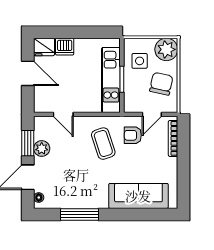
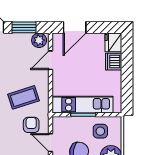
door: (28, 73) -> (75, 27), moved
plant: (42, 149) -> (39, 40), moved

